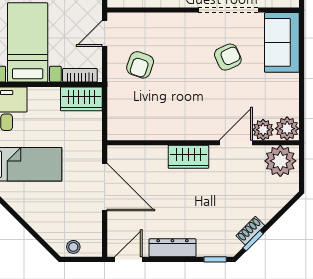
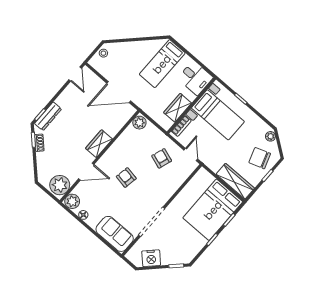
armchair: (228, 57) -> (126, 178), moved, turned 124
wardrobe: (81, 99) -> (178, 108), moved
floor lamp: (292, 101) -> (83, 215), added
plant: (263, 130) -> (139, 123), moved
door: (236, 143) -> (86, 172), hinge flipped
dresser: (172, 248) -> (48, 116), moved

